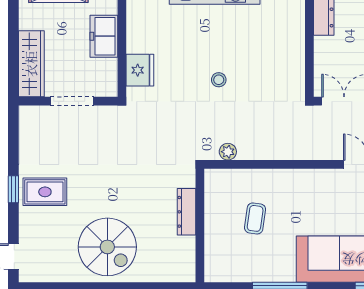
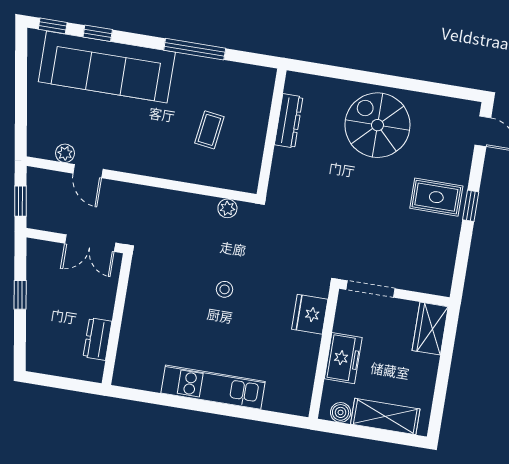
wardrobe: (31, 64) -> (430, 329), width x0.67
doorway: (72, 101) -> (371, 289), moved
dresser: (186, 212) -> (289, 121), moved

